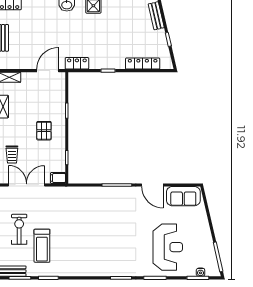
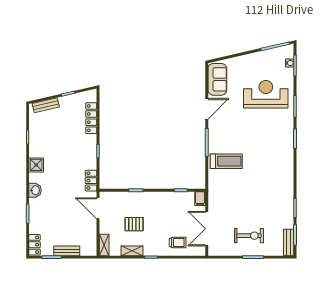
pallet: (44, 131) -> (134, 224), moved
exercise bike: (19, 229) -> (249, 236), turned 180
treadmill: (42, 246) -> (226, 161), moved

